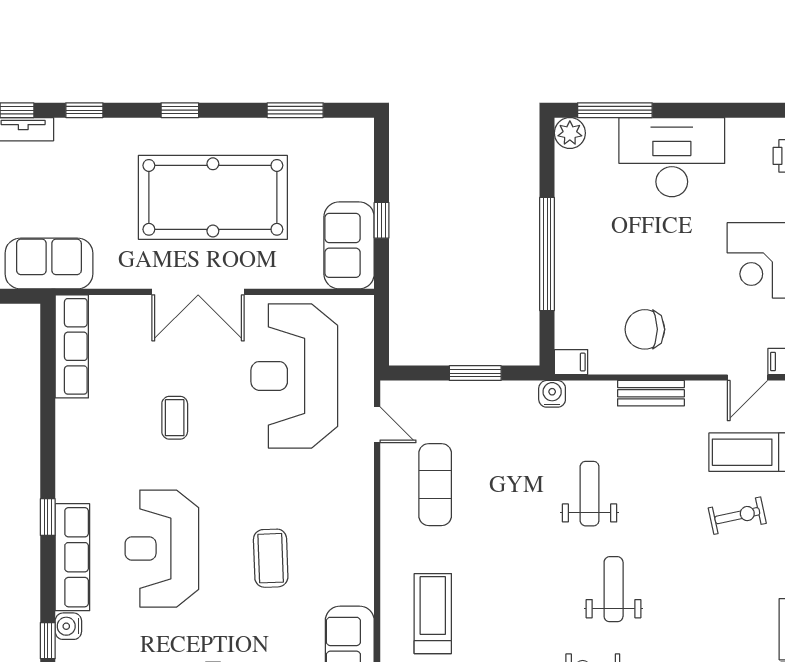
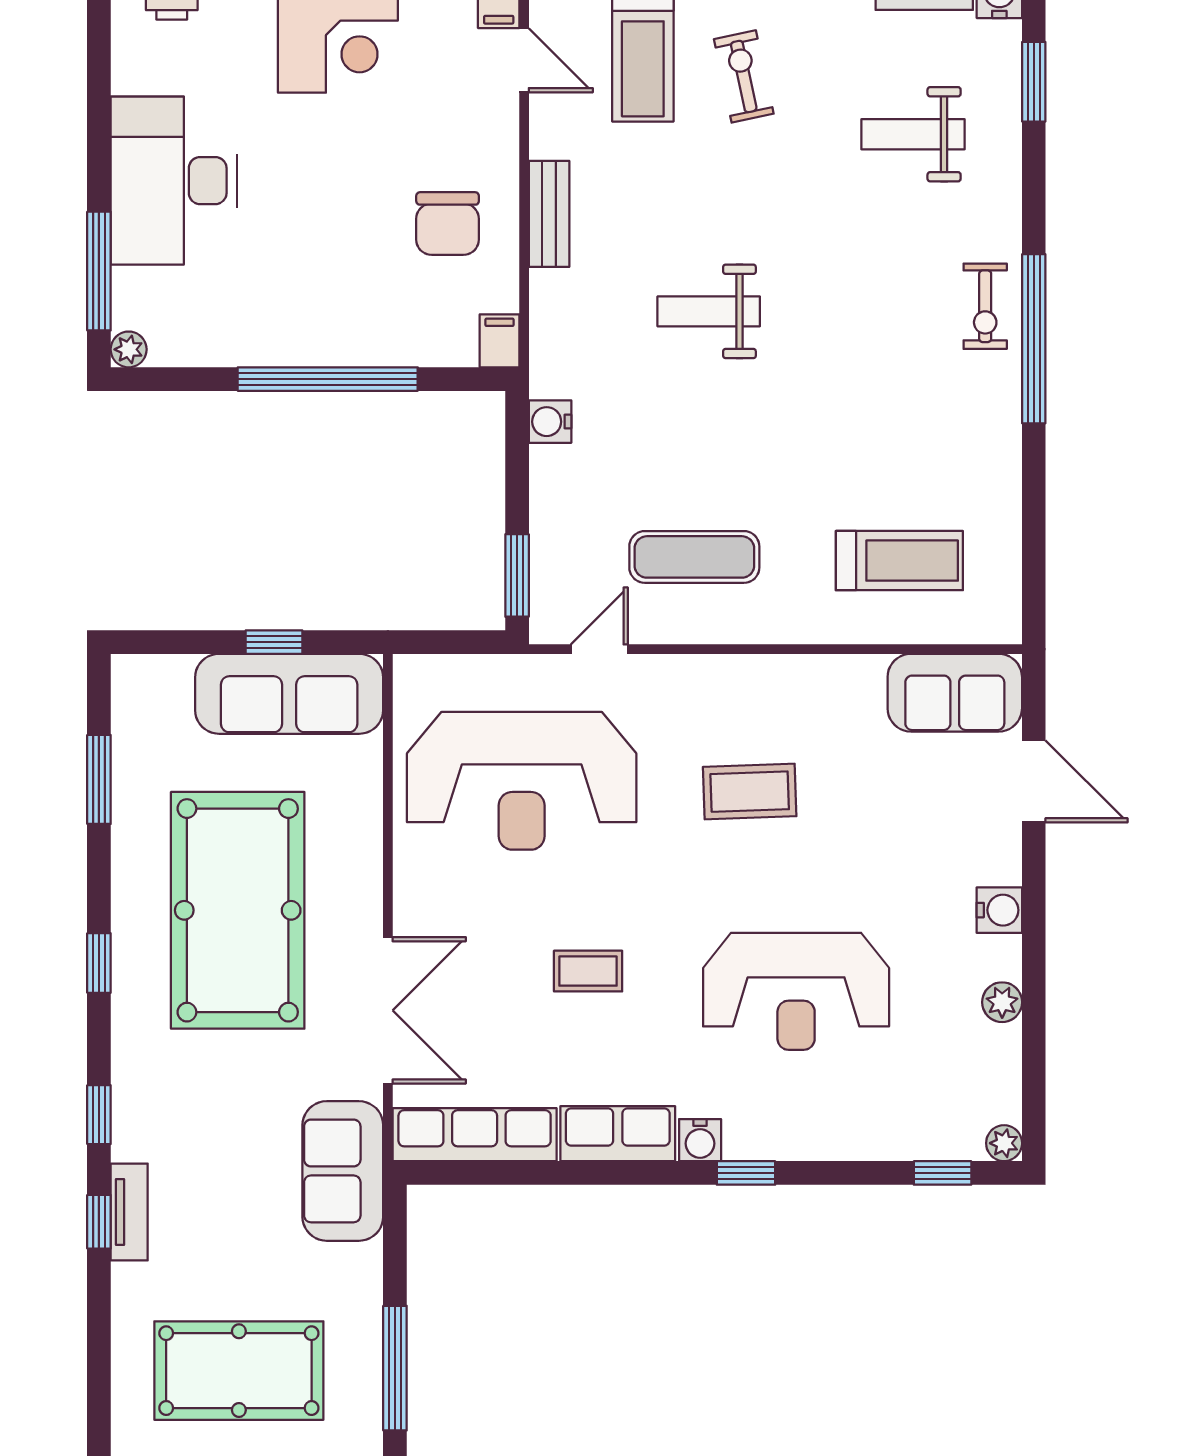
plant: (570, 133) -> (129, 349), width x0.73, depth x0.73
sofa: (349, 245) -> (289, 694), width x1.36
double door: (198, 292) -> (388, 1010), moved
window: (475, 373) -> (517, 575), moved
water cooler: (552, 394) -> (550, 422), moved
row of seats: (72, 557) -> (618, 1134), moved, width x0.68
coffee table: (271, 558) -> (750, 792), moved
weight bench: (614, 589) -> (913, 134), moved
treadmill: (433, 614) -> (899, 561), turned 180
water cooler: (68, 626) -> (700, 1140), moved

